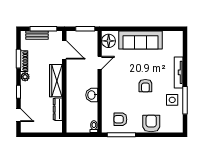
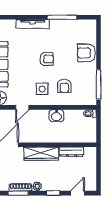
door: (100, 63) -> (22, 107), swing flipped
side table: (172, 100) -> (42, 89), moved
armchair: (120, 119) -> (64, 86), moved

